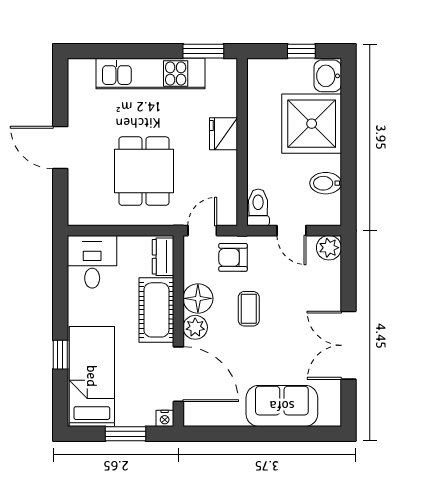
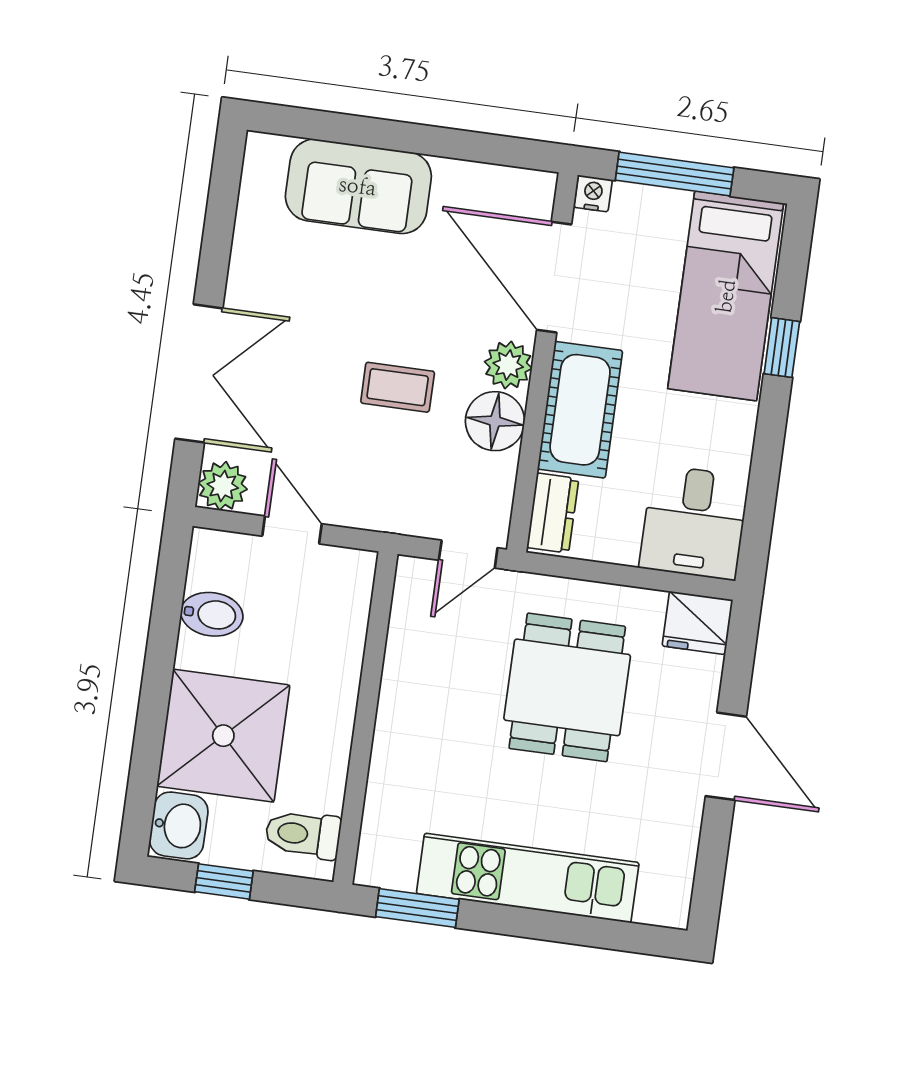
fridge: (224, 134) -> (697, 623), moved, turned 90
toilet: (258, 207) -> (303, 834), moved, turned 90
armchair: (233, 257) -> (415, 493), removed
coffee table: (249, 309) -> (398, 387), turned 90
double door: (348, 345) -> (199, 373), moved
window: (125, 434) -> (675, 174), width x1.44

